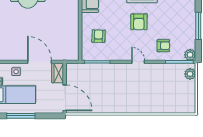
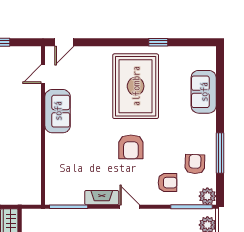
armchair: (98, 36) -> (195, 164), moved
fireplace: (119, 56) -> (102, 198), added

